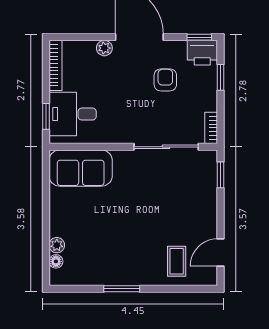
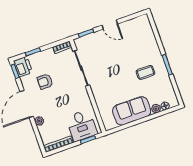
sofa: (81, 168) -> (132, 111), moved, turned -90
door: (220, 252) -> (110, 25), moved
coffee table: (177, 261) -> (145, 72), moved

